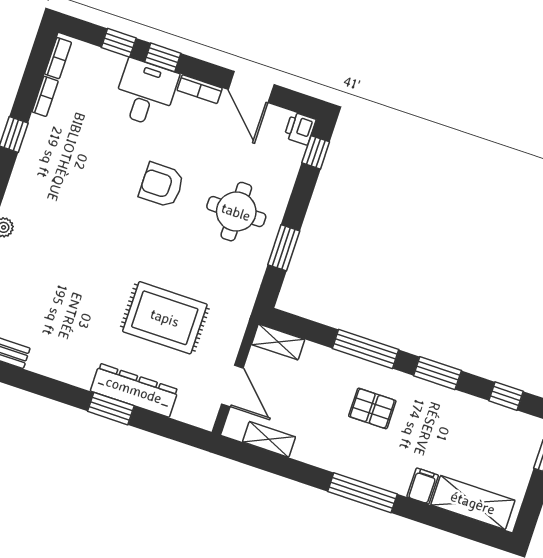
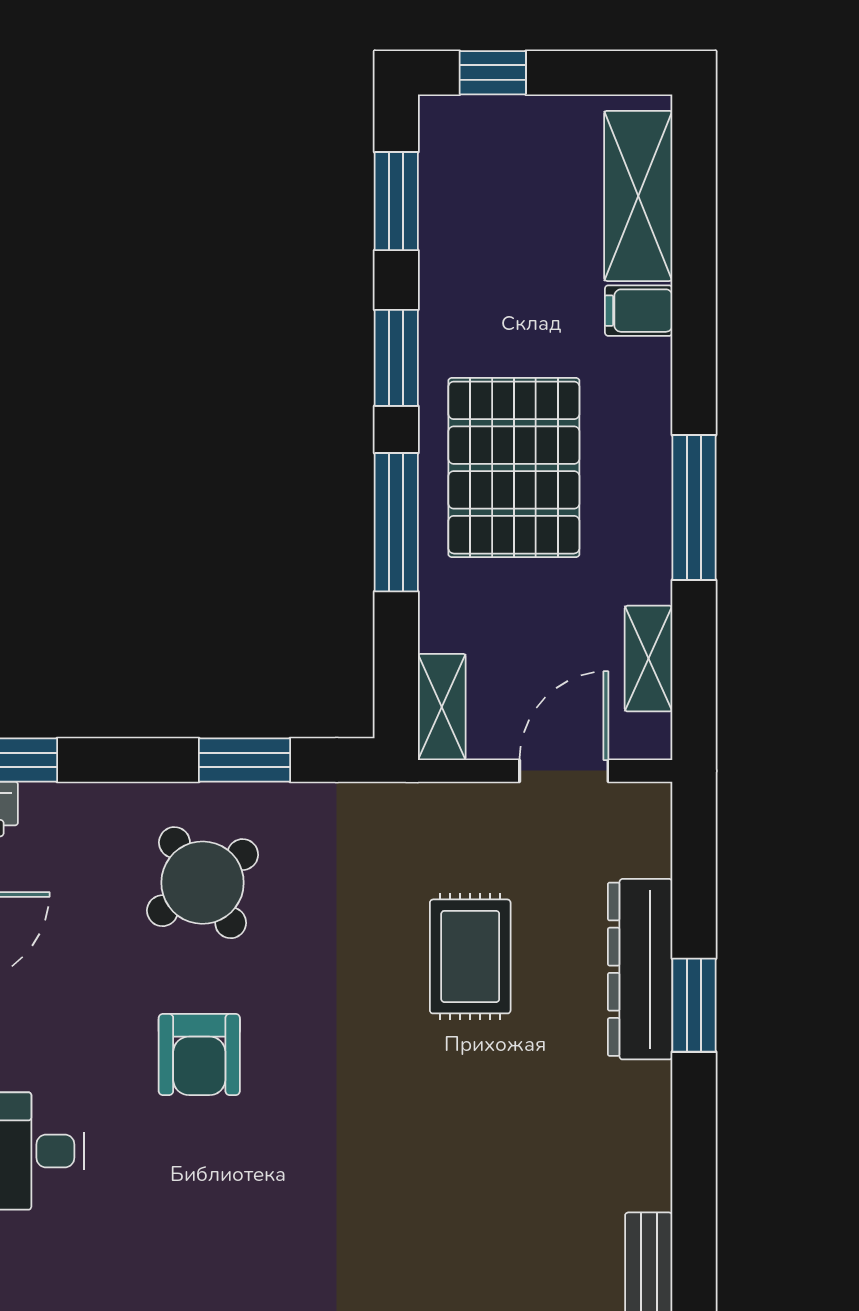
round table: (236, 212) -> (203, 883), turned -35
rug: (165, 318) -> (470, 956), width x0.73, depth x0.70
window: (506, 396) -> (396, 201), width x1.50
pallet: (372, 408) -> (514, 468), width x2.05, depth x2.00
window: (362, 493) -> (694, 508), moved

